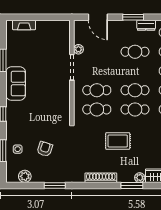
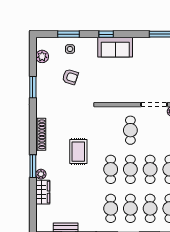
sofa: (16, 84) -> (115, 47), moved
cafe table: (97, 109) -> (150, 169), moved

